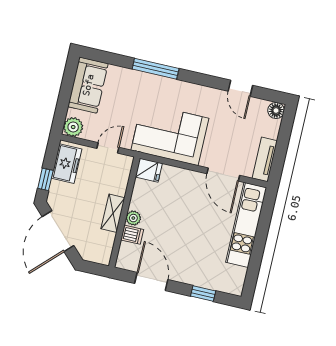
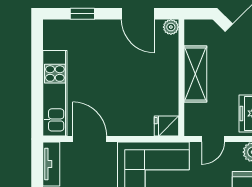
shelving: (113, 213) -> (195, 74), width x1.50, depth x1.33
plant: (133, 218) -> (171, 27), moved
dishwasher: (132, 235) -> (168, 57), removed

